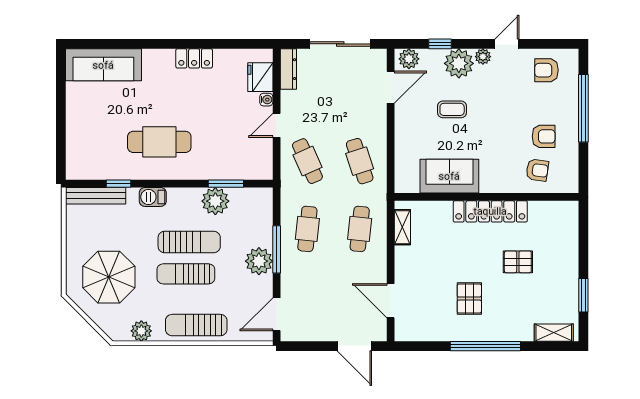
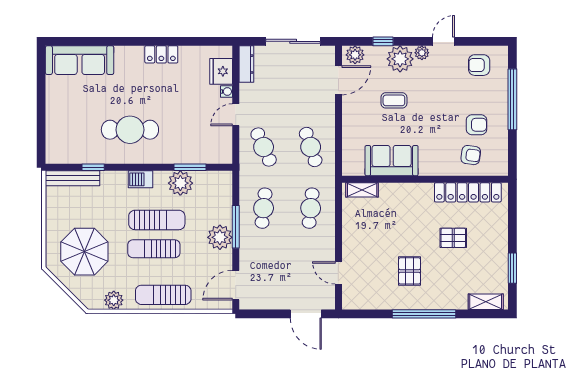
barbecue: (153, 197) -> (141, 179), moved
locker: (490, 211) -> (468, 192), moved
shelving: (402, 227) -> (362, 190), moved, turned 90
door: (391, 301) -> (338, 273), width x0.73

